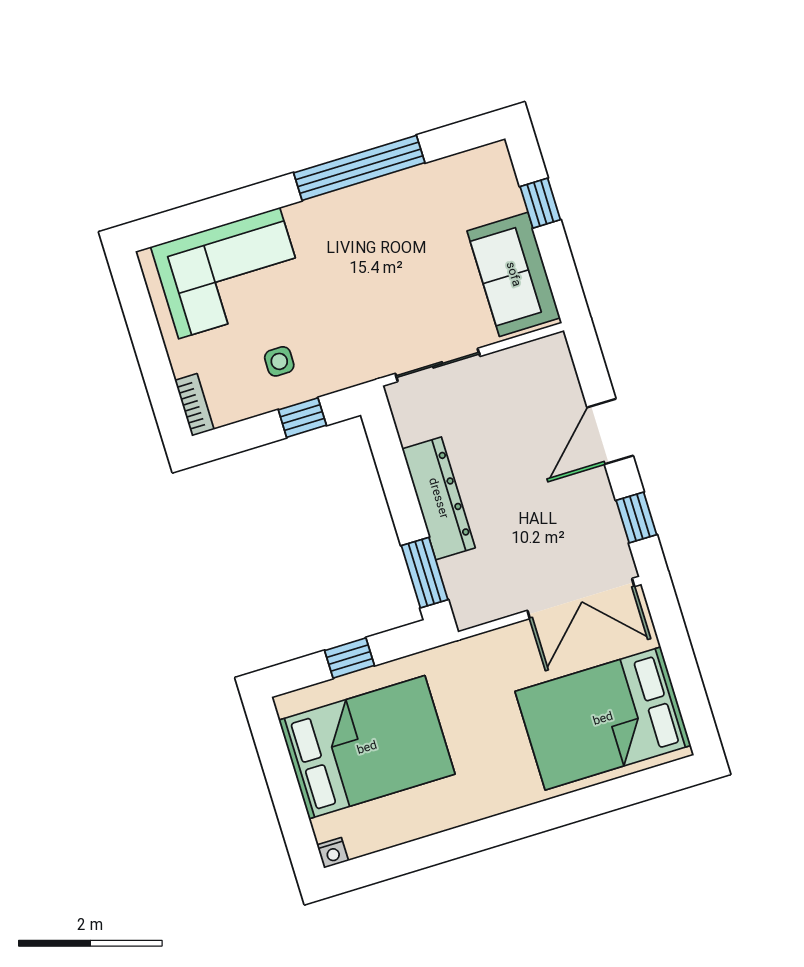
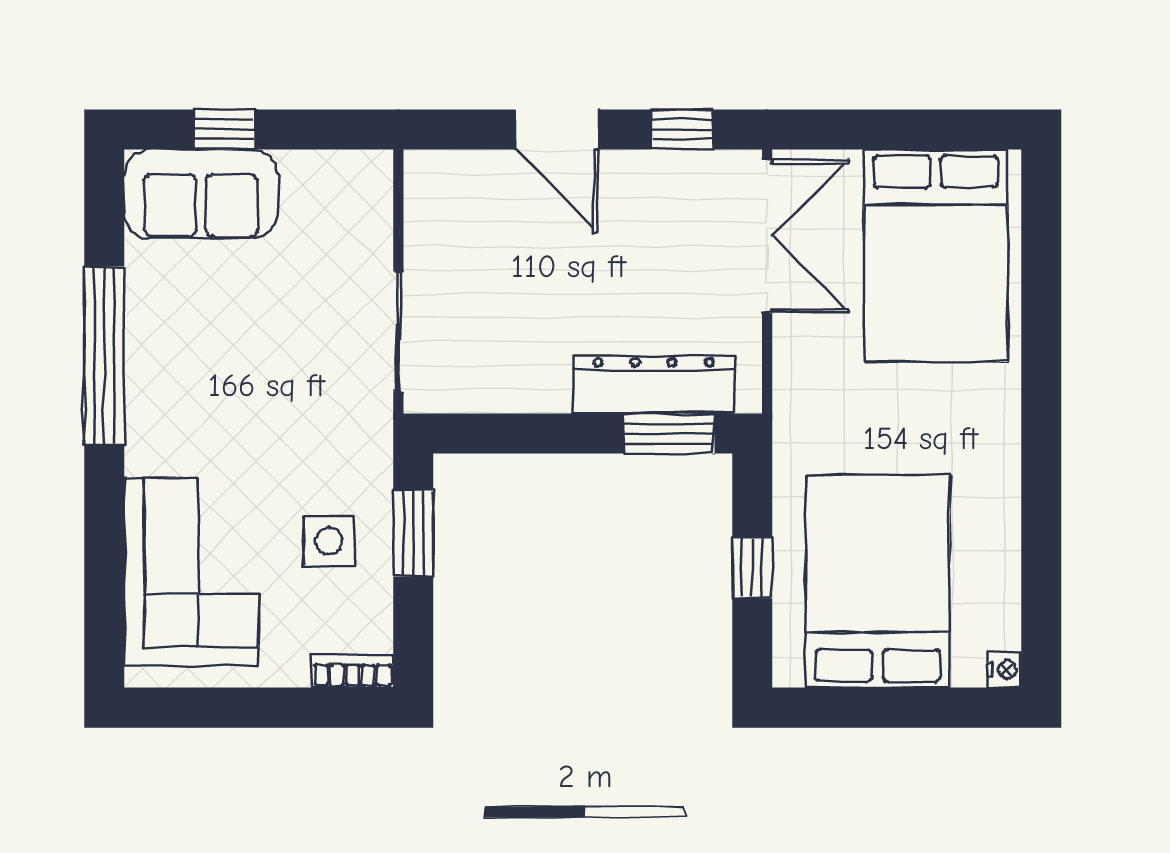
sofa: (514, 274) -> (201, 194), moved
side table: (279, 361) -> (329, 541), width x1.37, depth x1.37
window: (302, 418) -> (413, 533), width x1.50
dresser: (439, 498) -> (654, 385), moved

